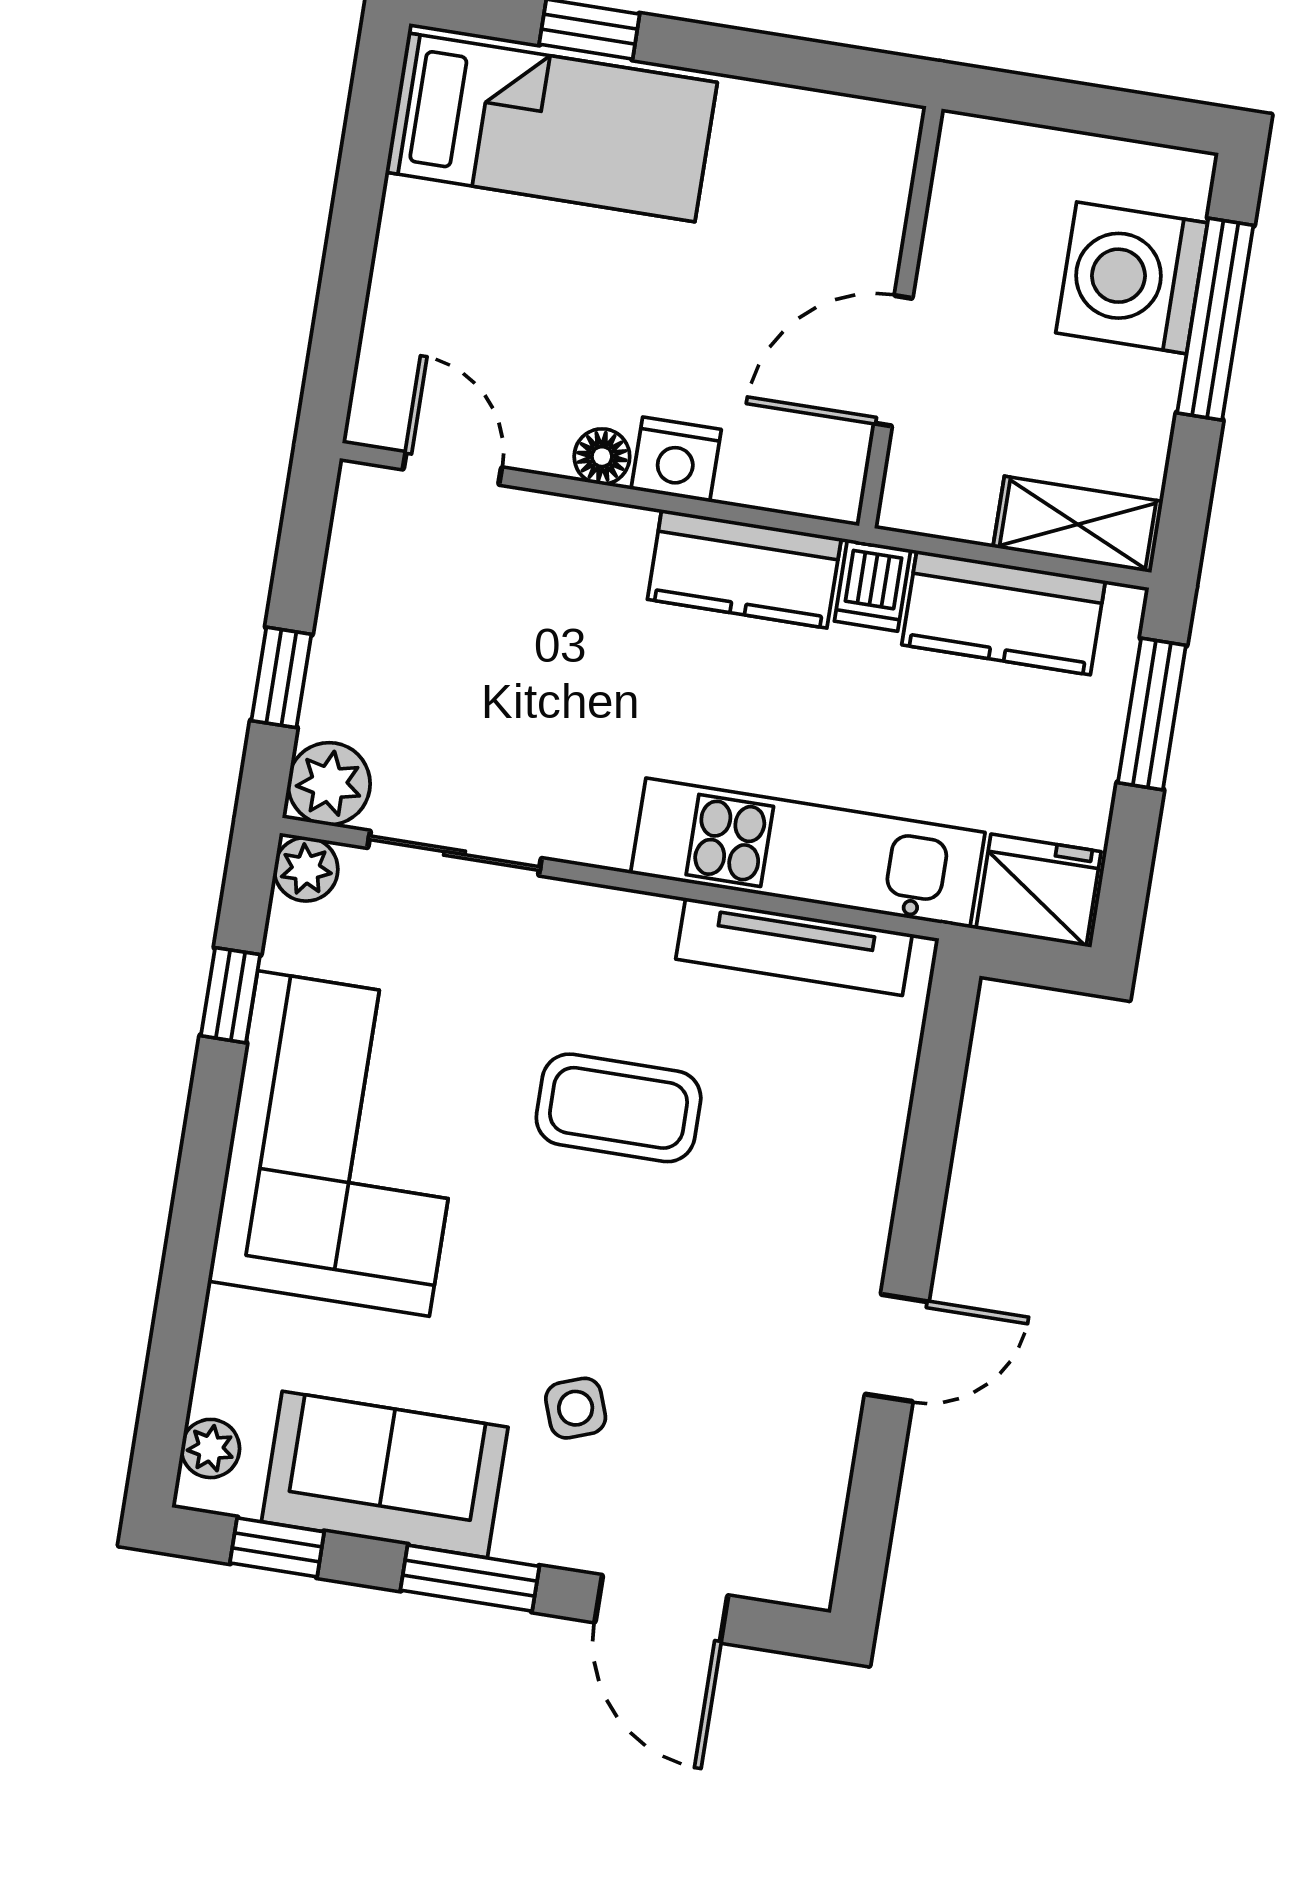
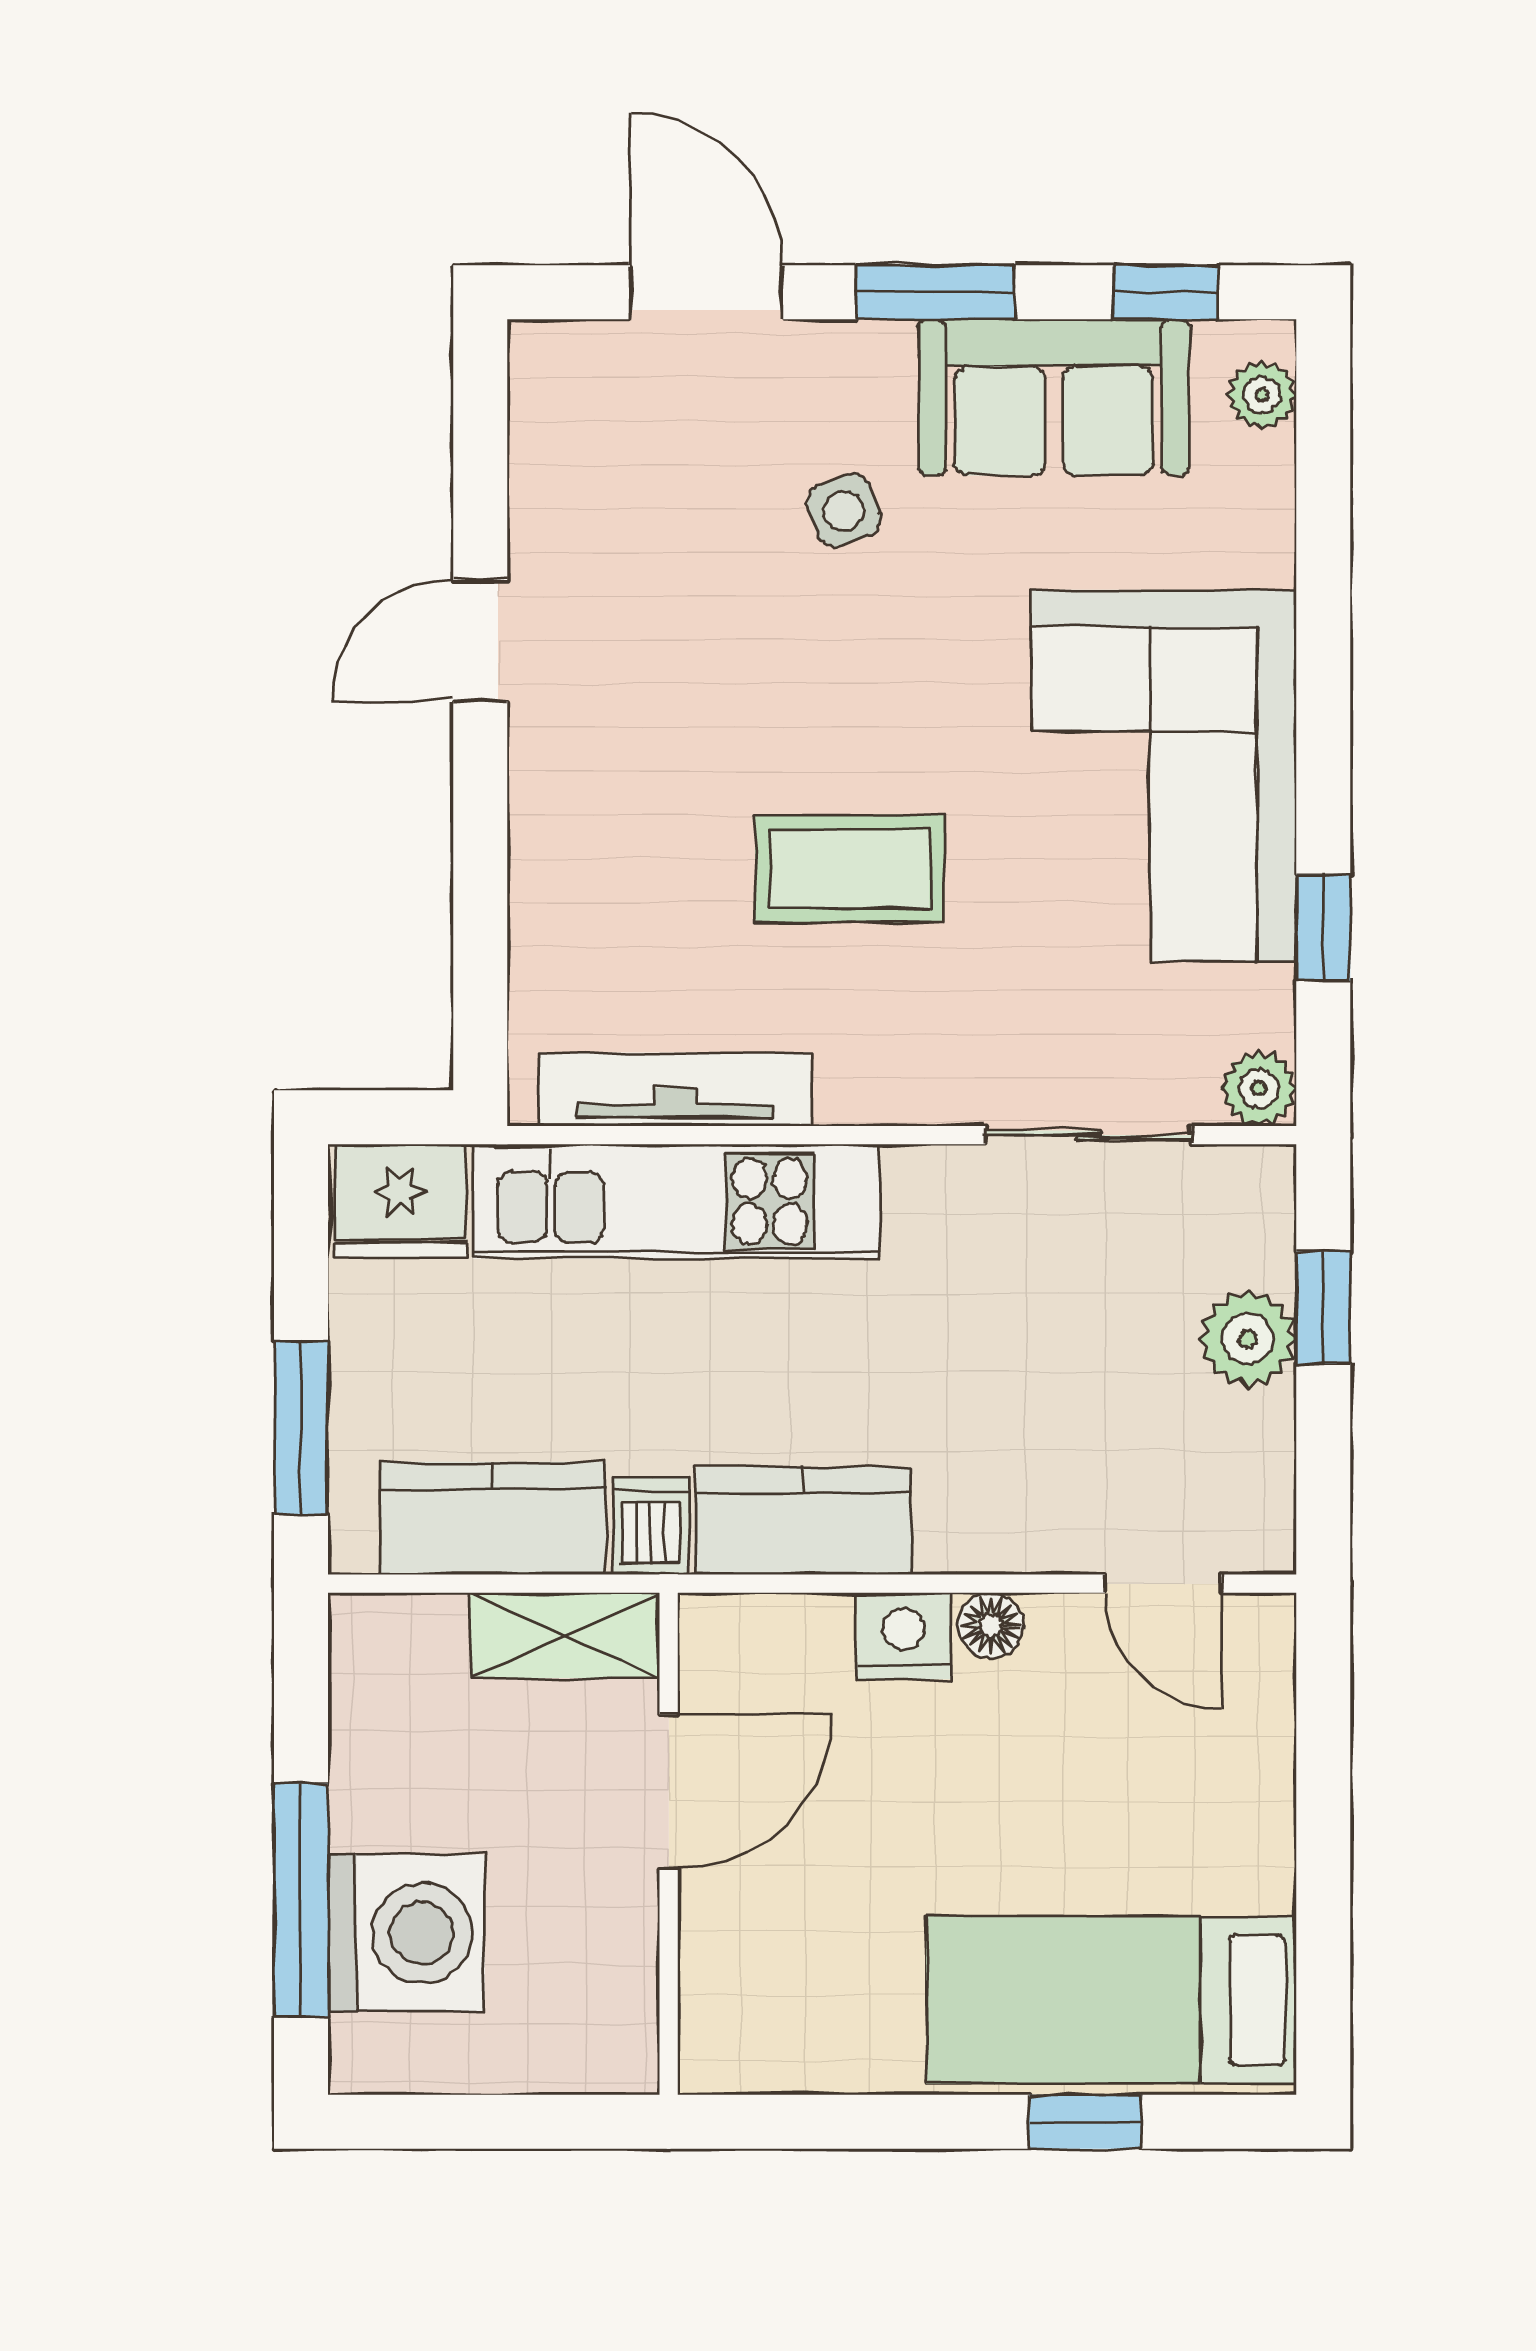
shelving: (1078, 524) -> (565, 1635), moved
plant: (329, 784) -> (1248, 1339), moved

